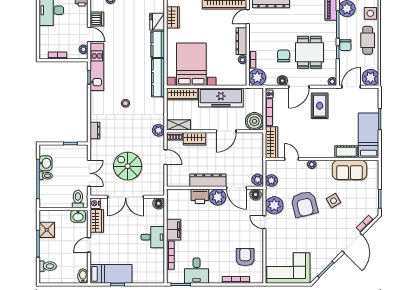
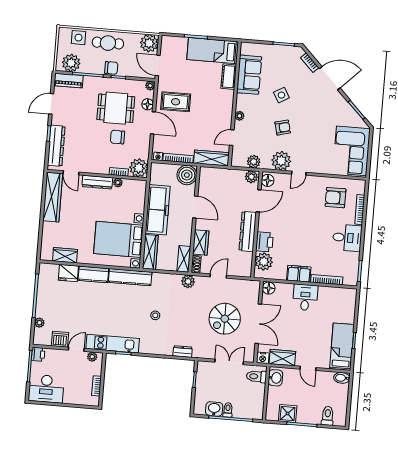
floor lamp: (282, 81) -> (148, 104), moved
plant: (218, 197) -> (264, 262), moved
armchair: (304, 204) -> (283, 128), width x0.53, depth x0.53
desk: (196, 271) -> (347, 238), moved

